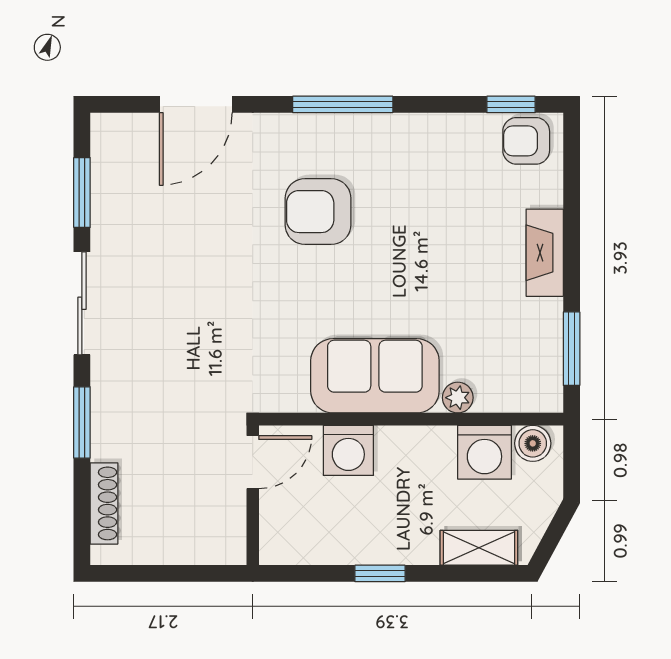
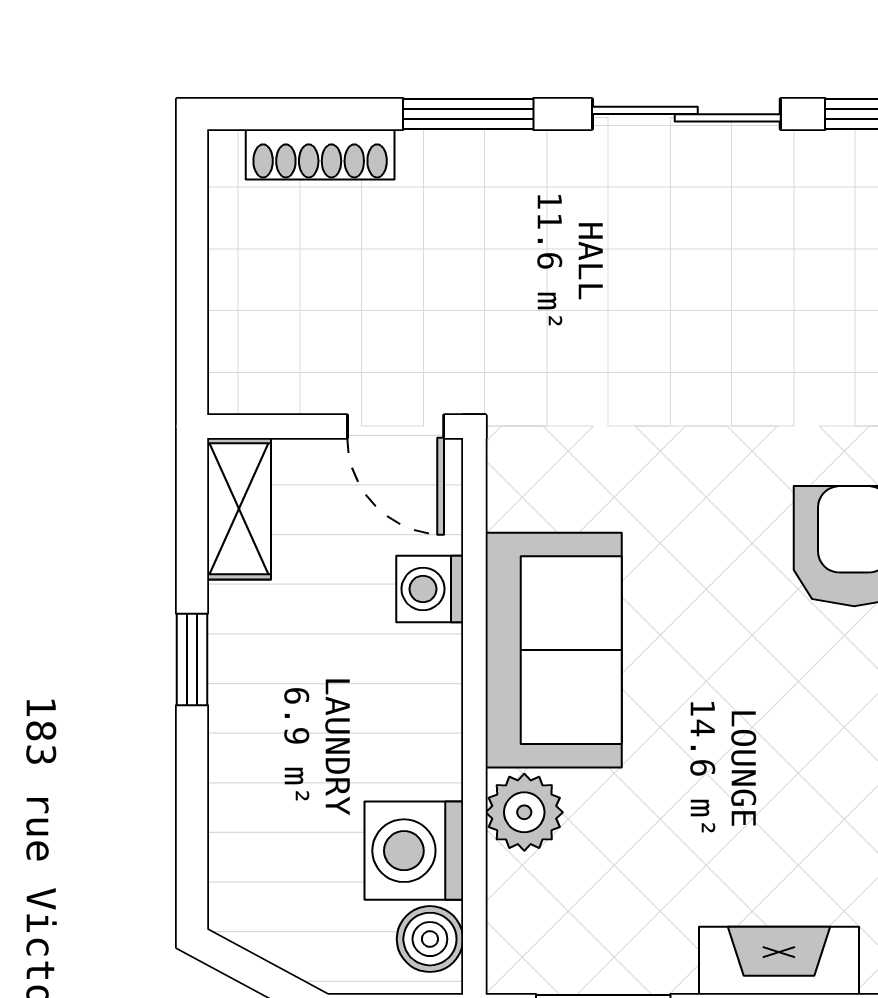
plant: (458, 398) -> (524, 812), width x1.38, depth x1.38
washing machine: (348, 450) -> (430, 589), width x0.73, depth x0.73
shelving: (479, 548) -> (239, 509), moved

